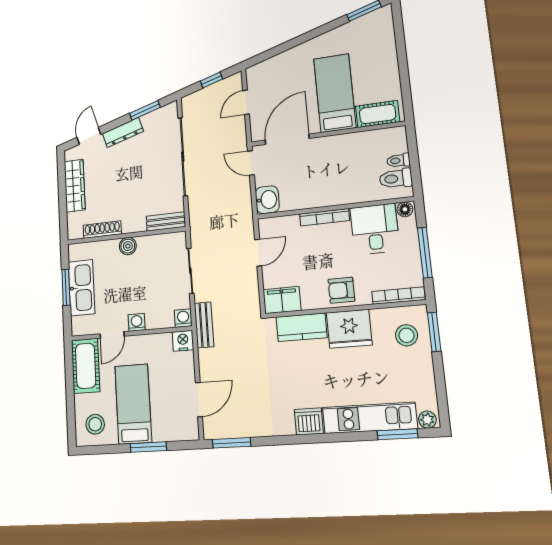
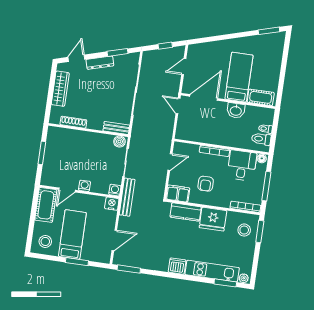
washbasin: (267, 200) -> (236, 110), moved, turned 90
boiler: (128, 246) -> (119, 142), moved
kitchen sink: (82, 288) -> (52, 156), removed
armchair: (341, 290) -> (206, 184), moved, turned -90
bench: (204, 325) -> (127, 197), width x1.36

